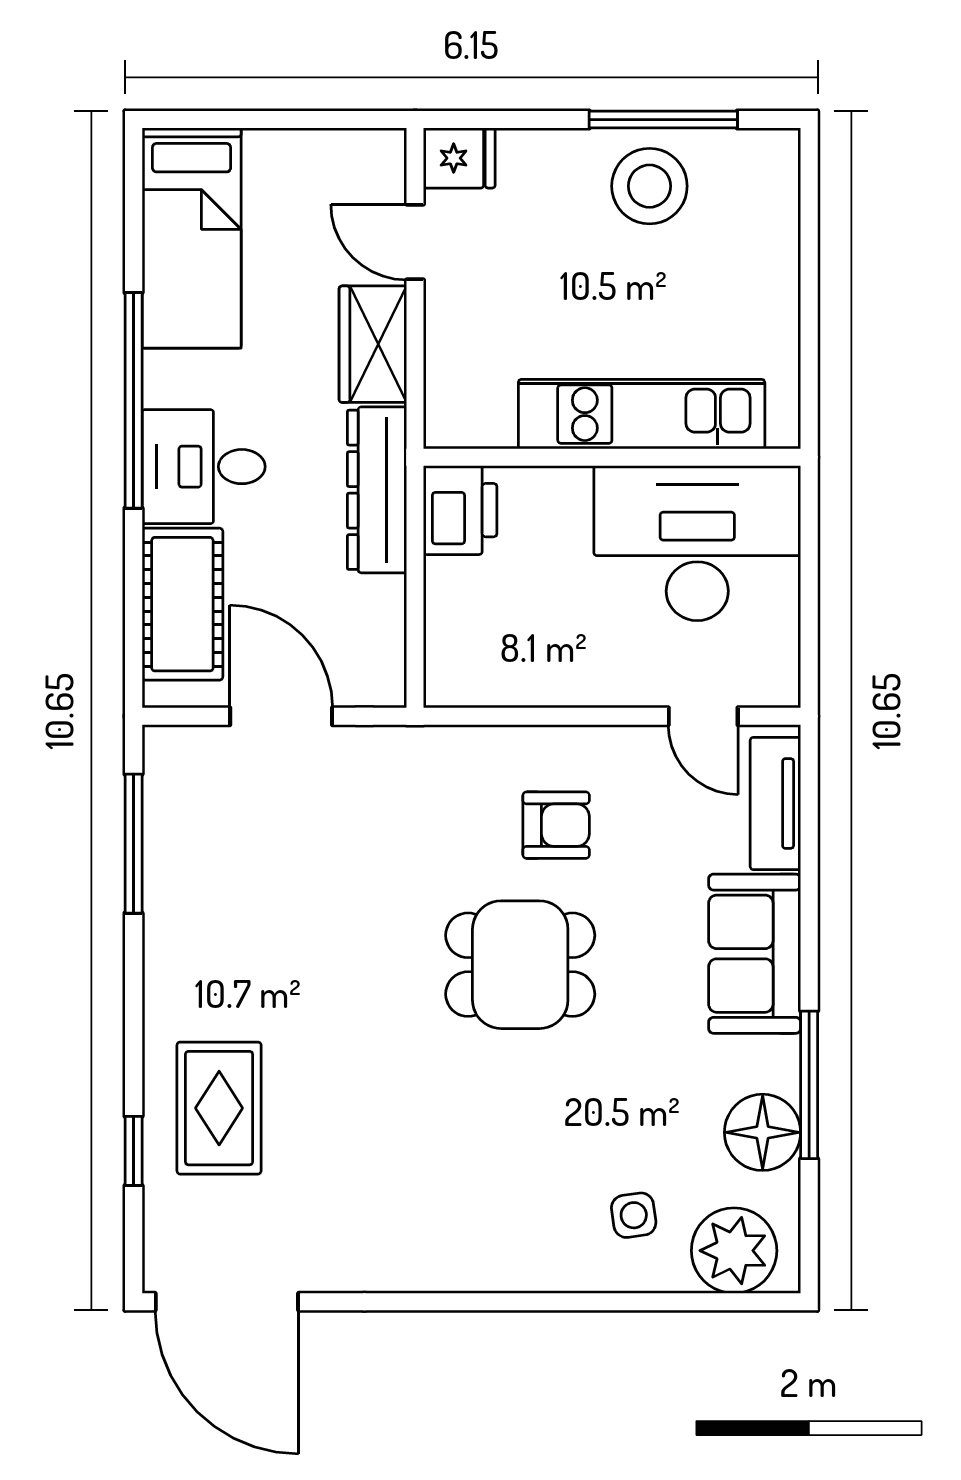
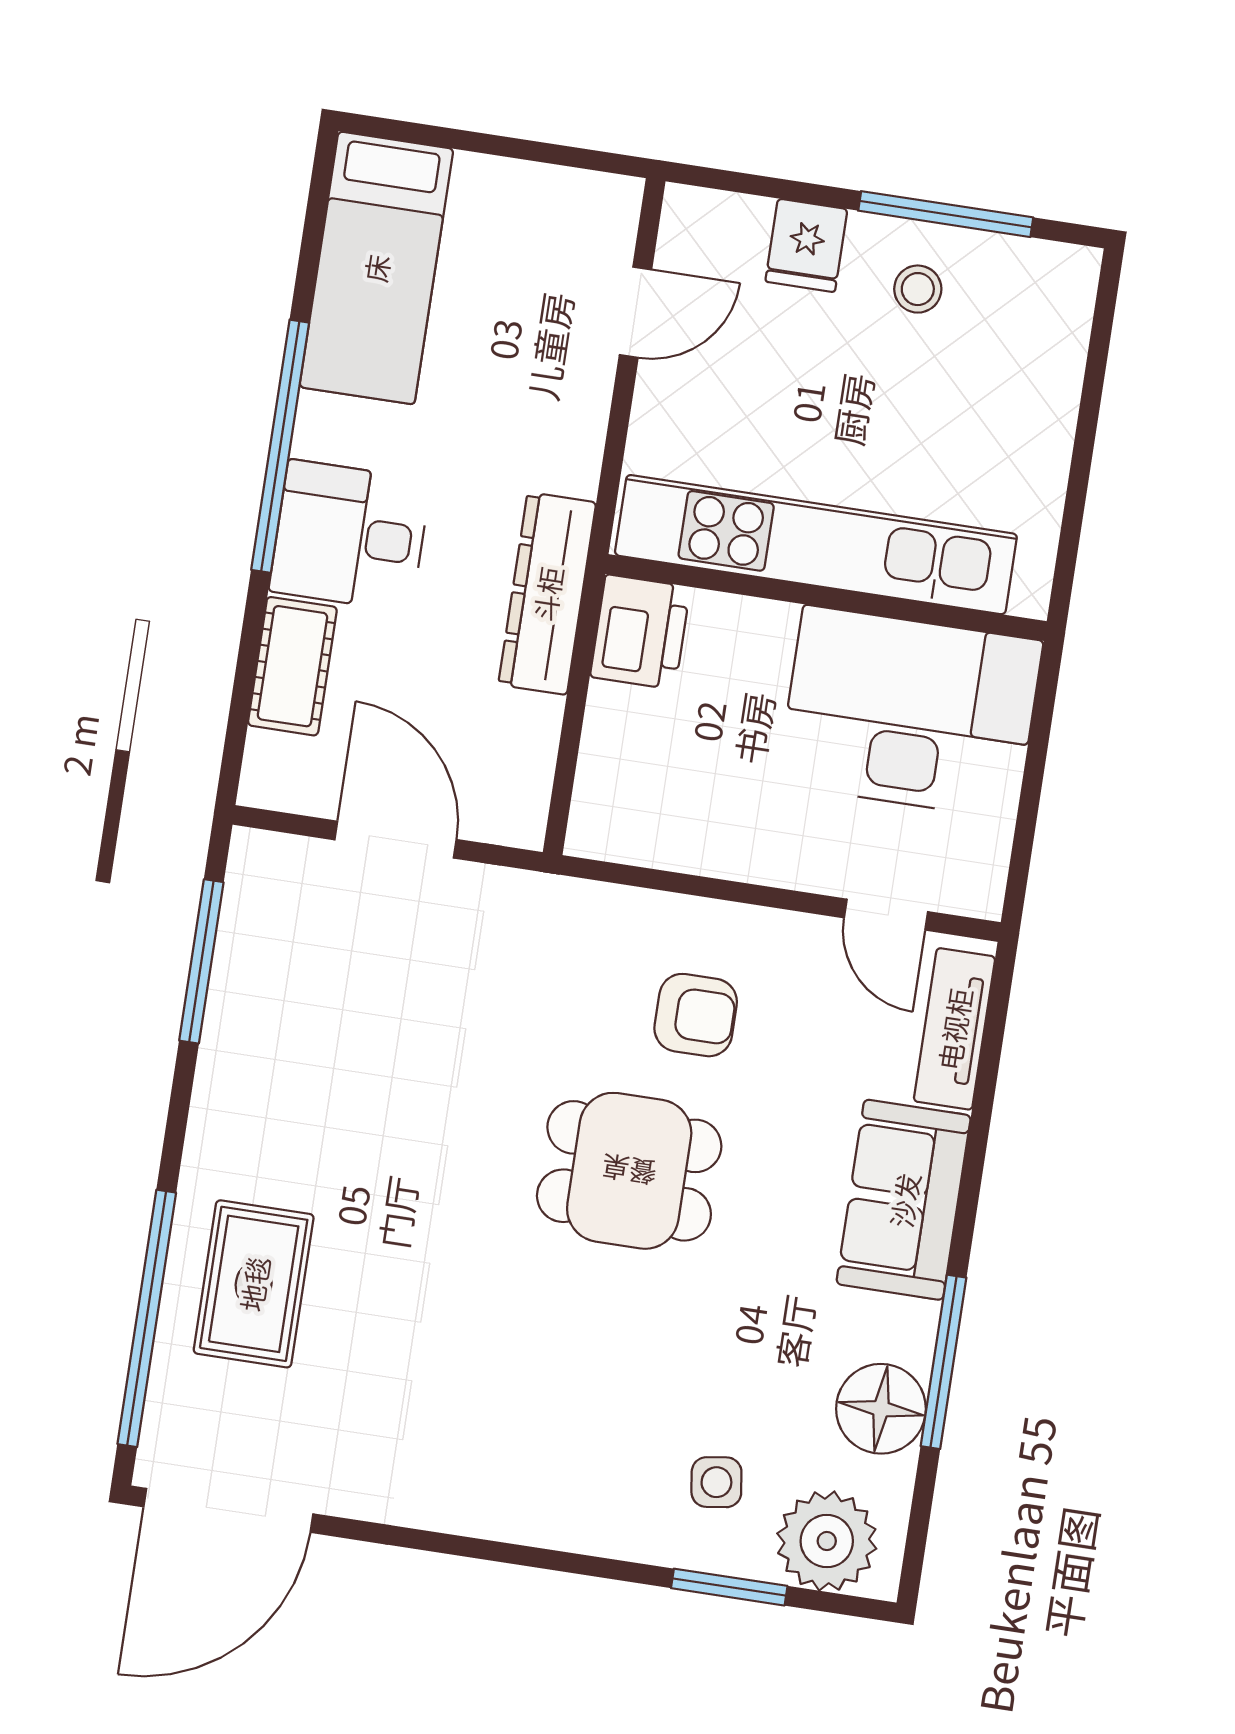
fridge: (459, 158) -> (806, 245), moved, turned 90
stool: (649, 186) -> (918, 289), width x0.53, depth x0.53
door: (415, 242) -> (635, 312), swing flipped
wardrobe: (373, 344) -> (568, 423), removed
kitchen unit: (642, 414) -> (816, 545), width x1.36
cot: (182, 604) -> (292, 666), width x0.73, depth x0.75
window: (134, 1151) -> (147, 1318), width x3.17
door: (227, 1302) -> (228, 1510), hinge flipped
window: (658, 1302) -> (729, 1587), added

